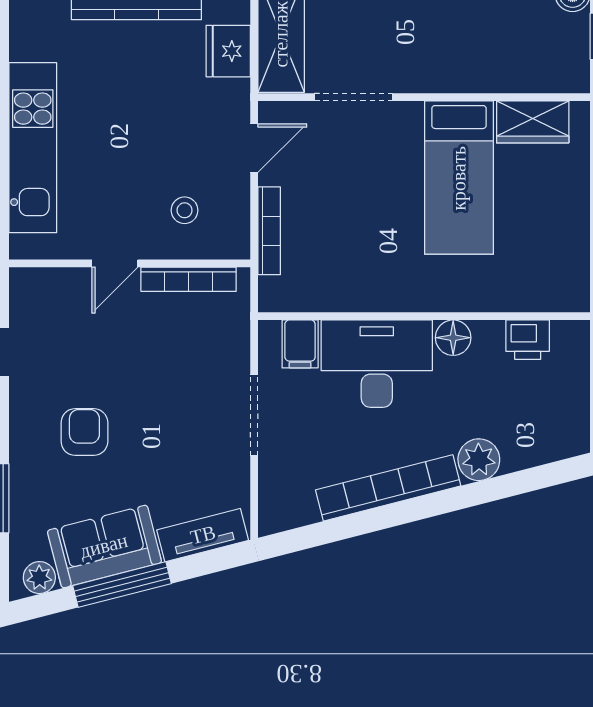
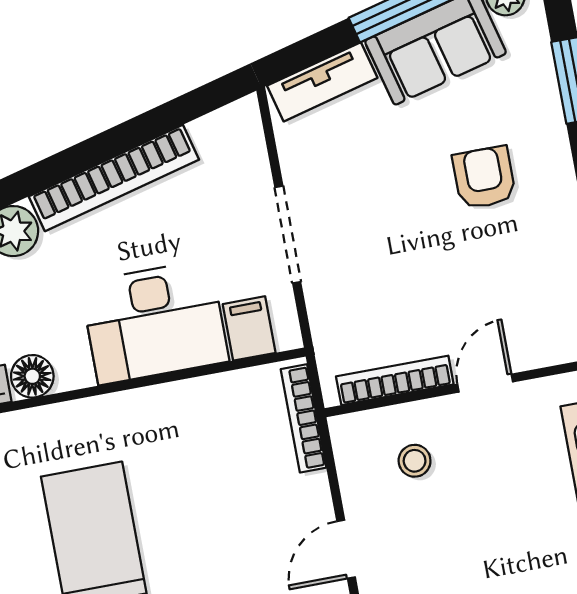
bookcase: (269, 231) -> (303, 418), moved
floor lamp: (453, 338) -> (32, 376), moved
armchair: (84, 432) -> (484, 178), turned 180

